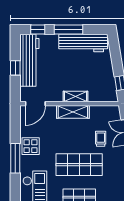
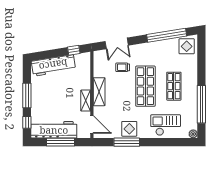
workbench: (83, 43) -> (53, 65), moved, turned 81
window: (15, 68) -> (61, 142), width x2.17
shelving: (76, 97) -> (86, 101), moved
window: (15, 158) -> (127, 142), moved

